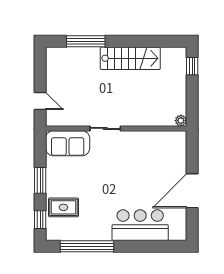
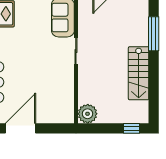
plant: (181, 121) -> (88, 114), width x1.88, depth x1.88
door: (192, 191) -> (21, 128), hinge flipped

